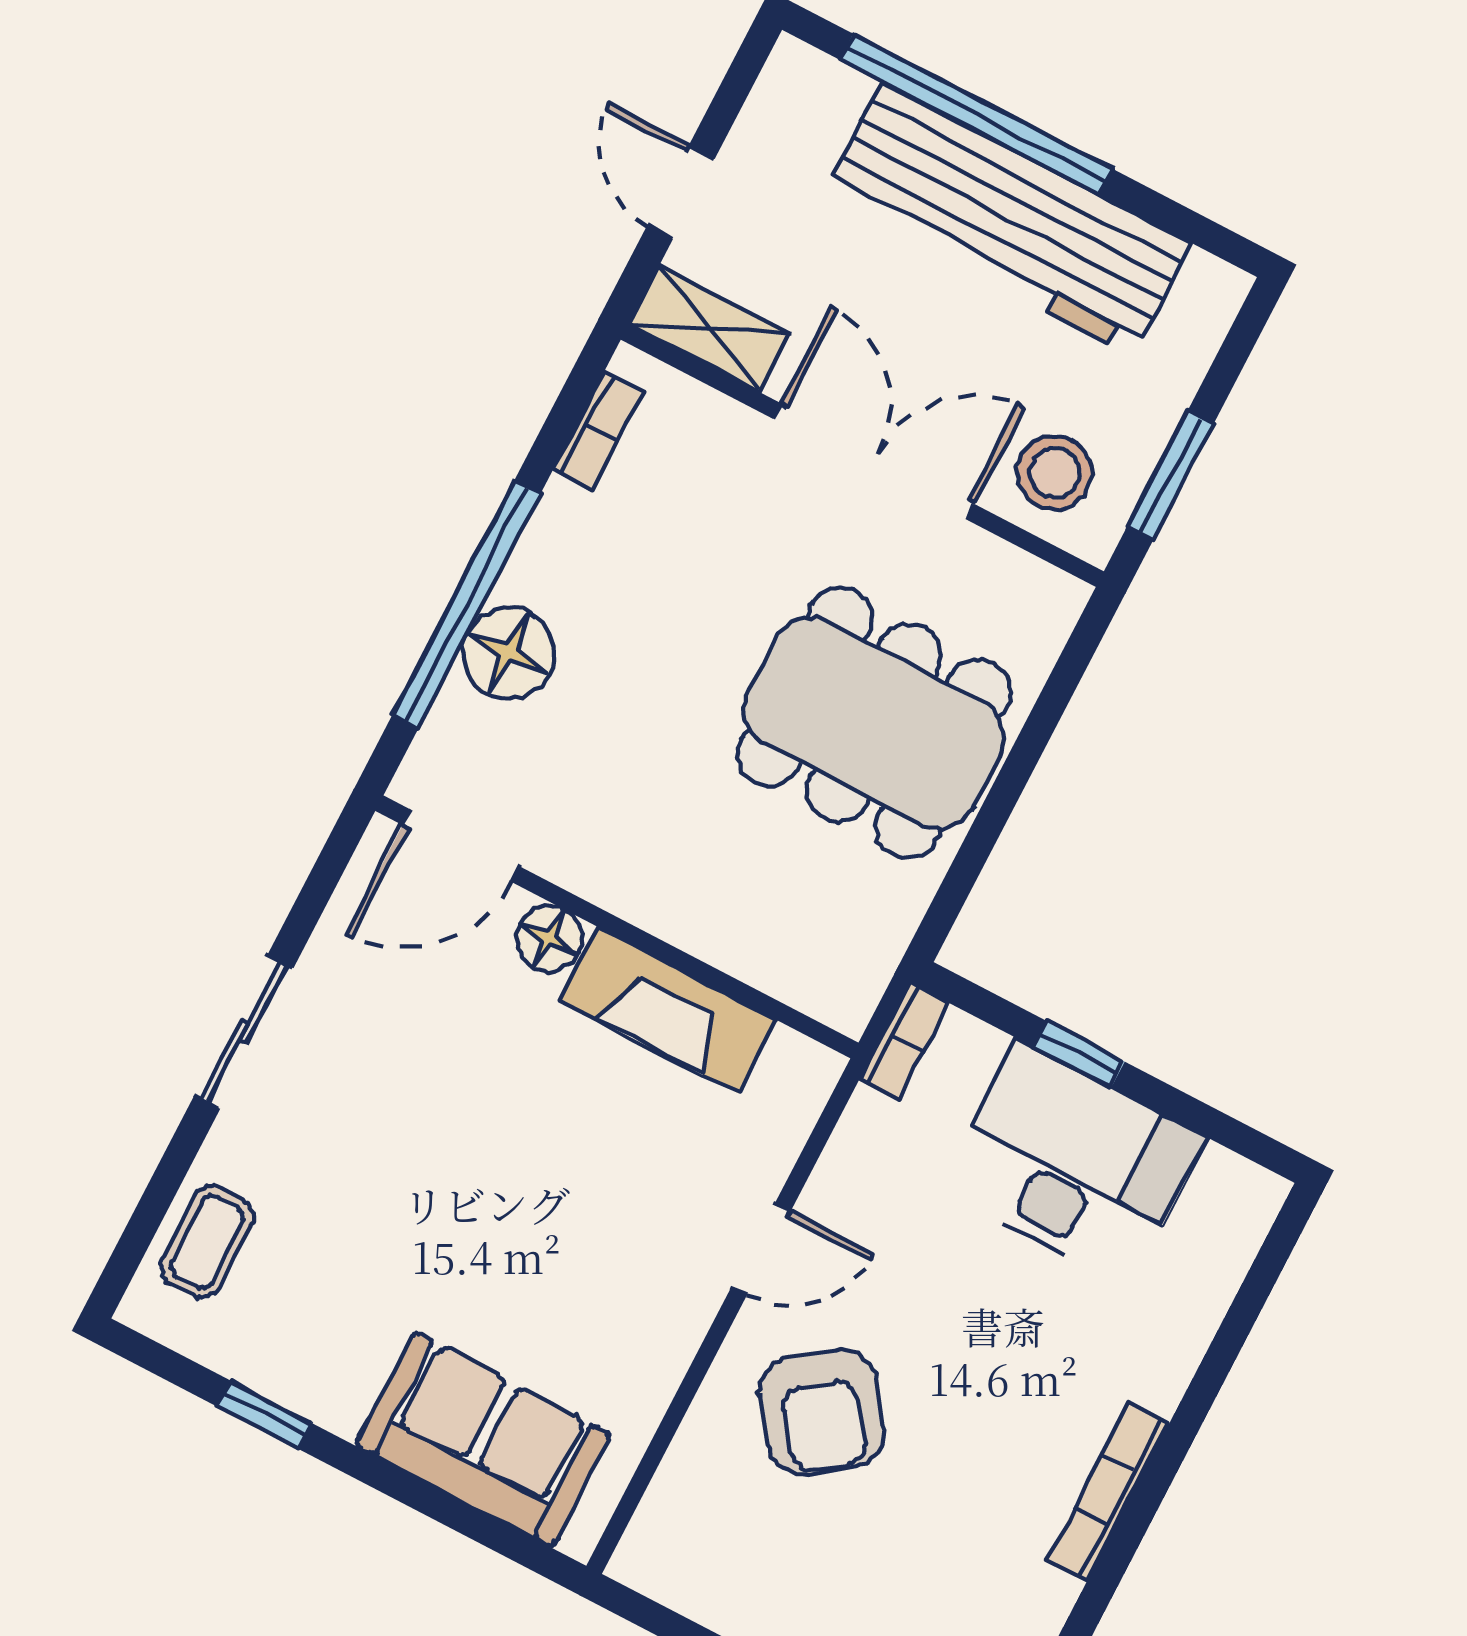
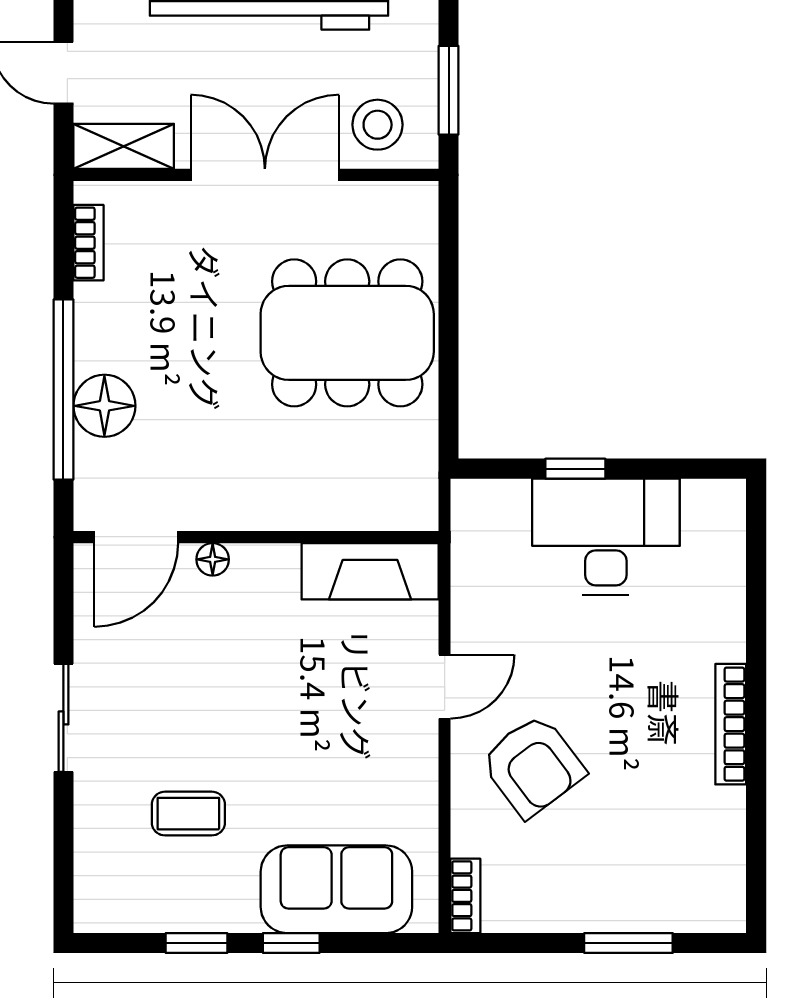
floor lamp: (549, 938) -> (213, 559), width x0.73, depth x0.73
fireplace: (669, 1010) -> (370, 571), moved
bookcase: (904, 1041) -> (465, 896), moved
coffee table: (207, 1242) -> (188, 814), moved, turned 90
window: (388, 1479) -> (291, 943), added

